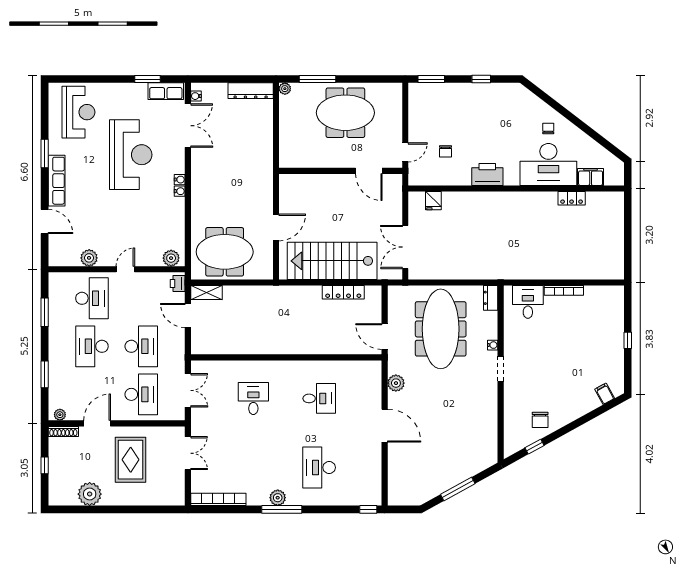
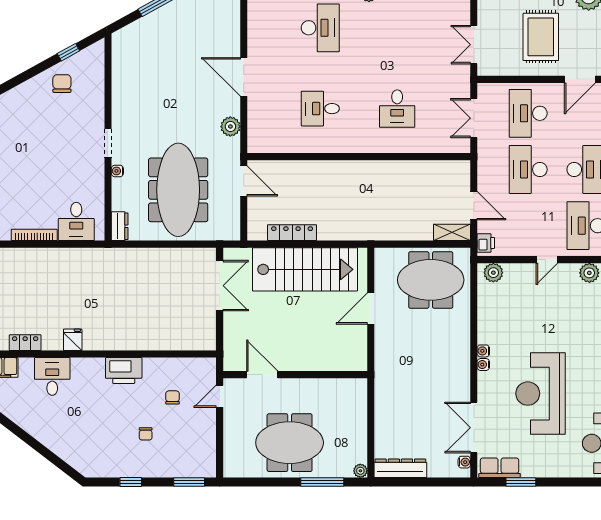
chair: (548, 129) -> (146, 434), moved
desk: (548, 164) -> (52, 376), width x0.53, depth x0.77
fridge: (433, 201) -> (73, 340), moved

